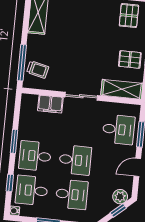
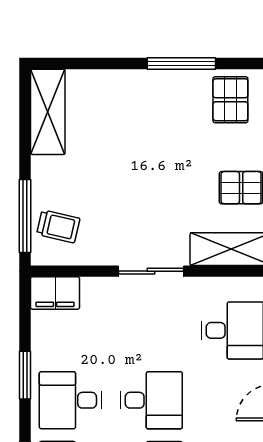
filing cabinet: (50, 104) -> (55, 293), moved

